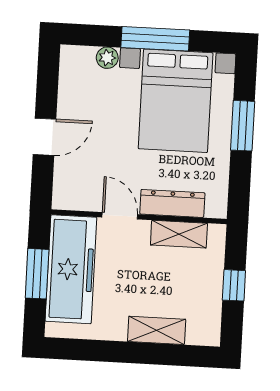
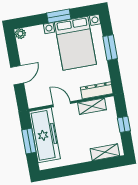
window: (155, 39) -> (59, 16), width x0.69
plant: (107, 58) -> (20, 34), moved
dresser: (172, 203) -> (97, 90), moved
shelving: (157, 330) -> (105, 152), moved

